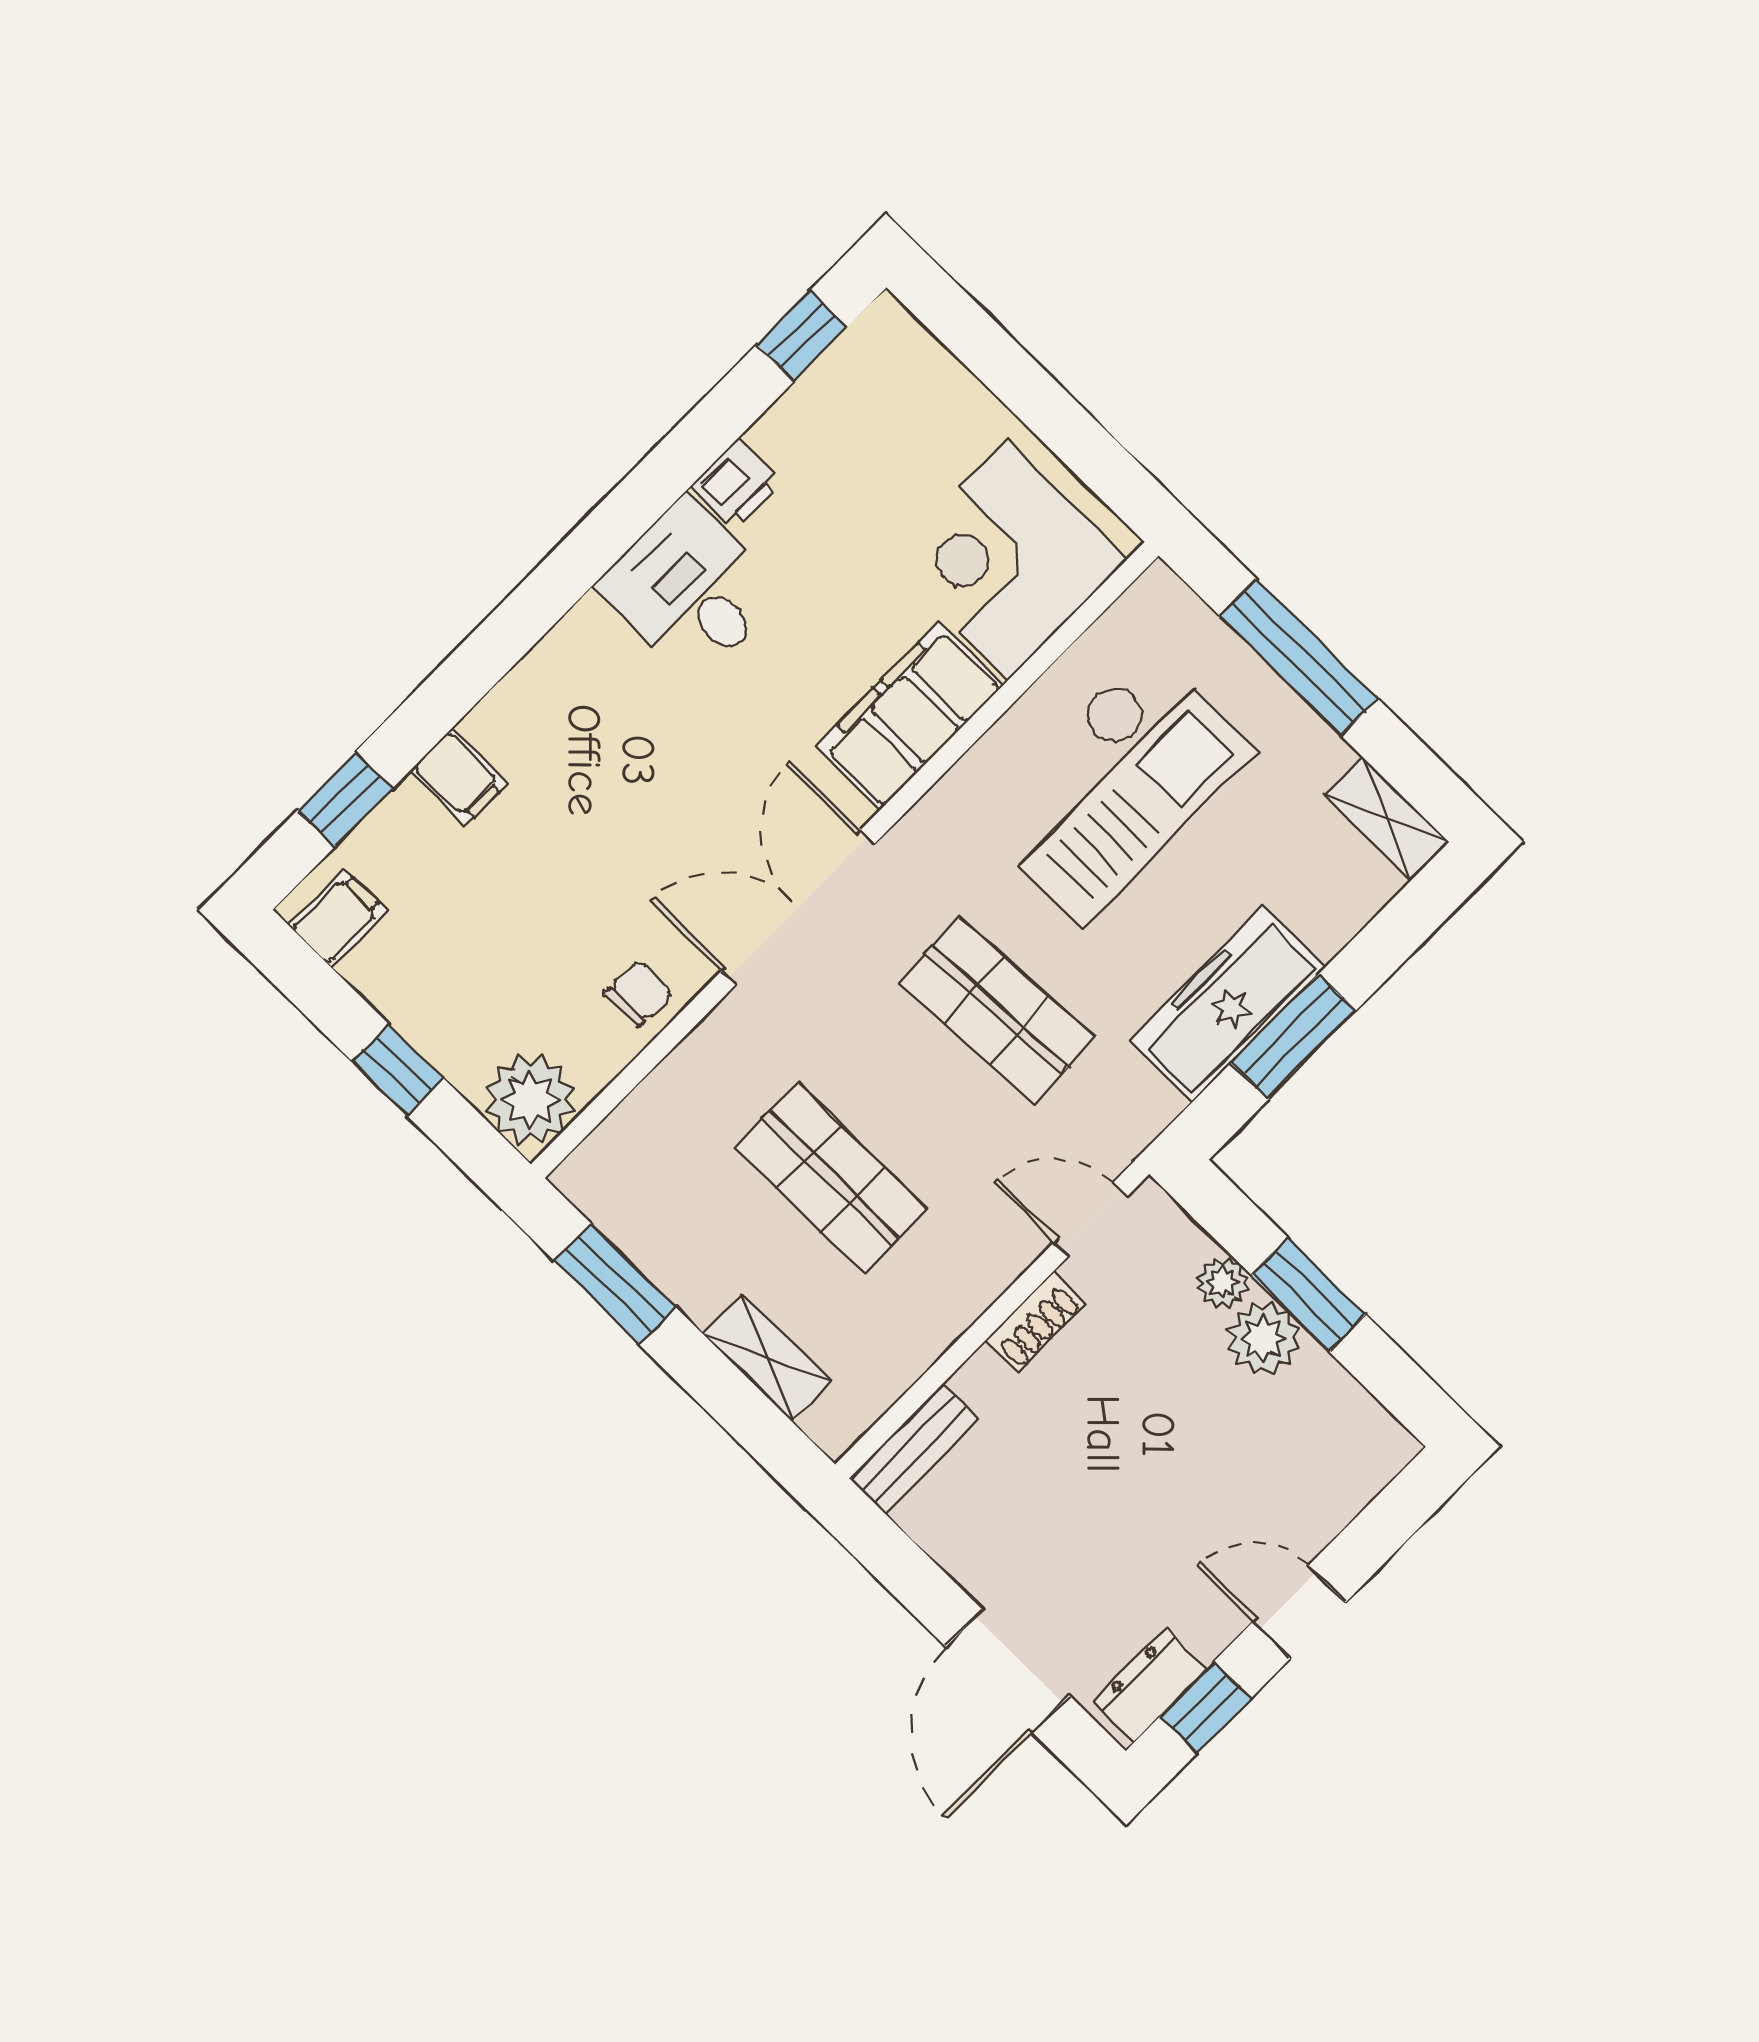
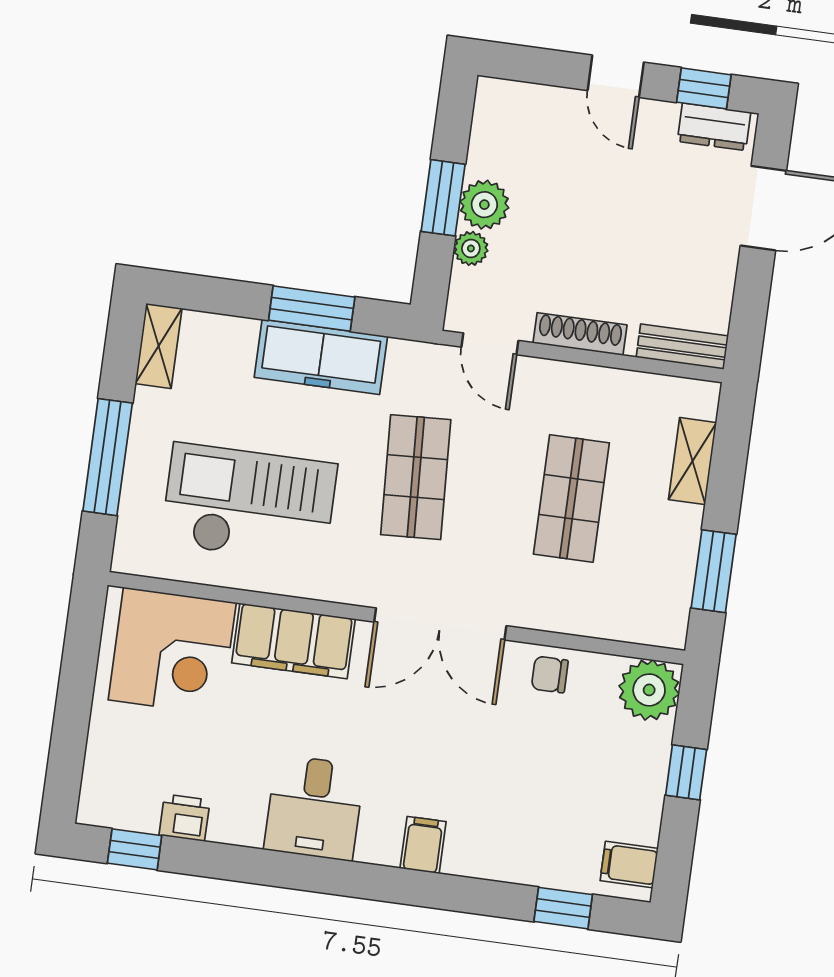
printer: (736, 484) -> (184, 818), moved
filing cabinet: (459, 777) -> (423, 845), moved
shoe rack: (1036, 1322) -> (580, 334), width x1.43

